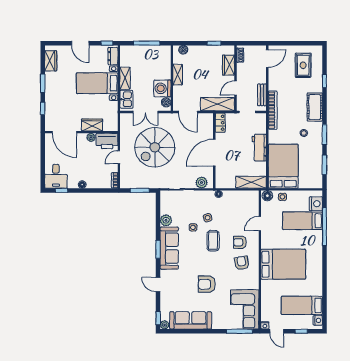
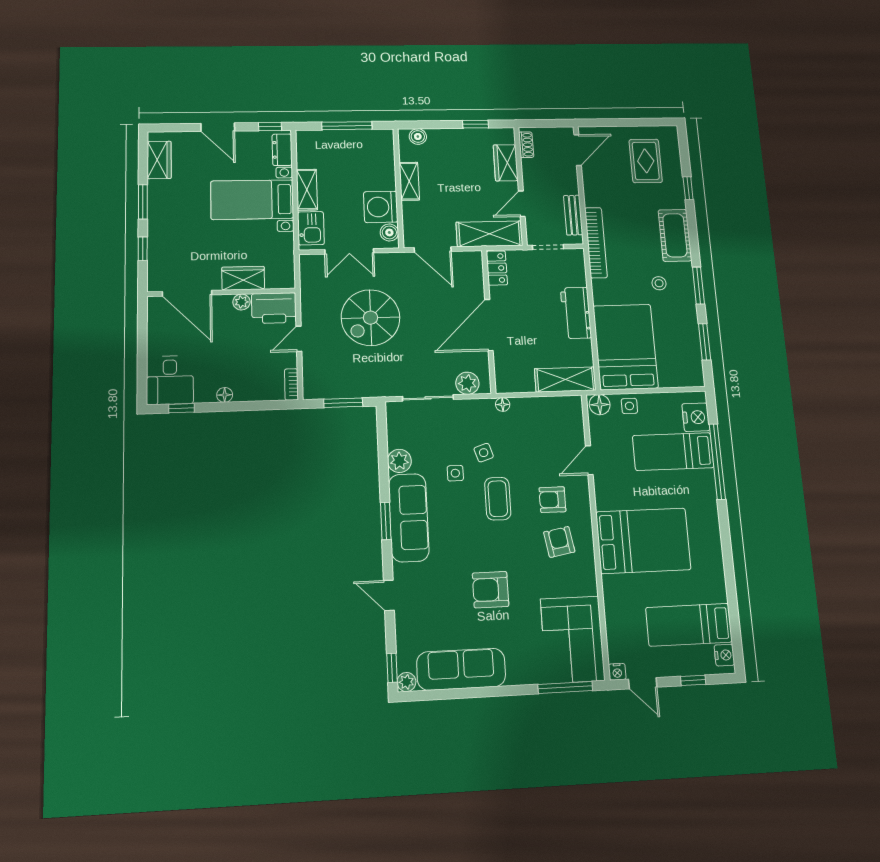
spiral stairs: (155, 147) -> (371, 318), width x0.73, depth x0.73

